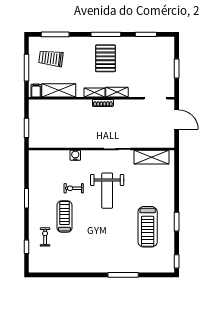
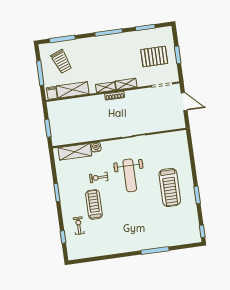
trolley: (51, 58) -> (61, 61), turned -118
pallet: (105, 58) -> (154, 57), moved, turned 90
shelving: (151, 157) -> (75, 152), moved
treadmill: (148, 227) -> (170, 187), moved

